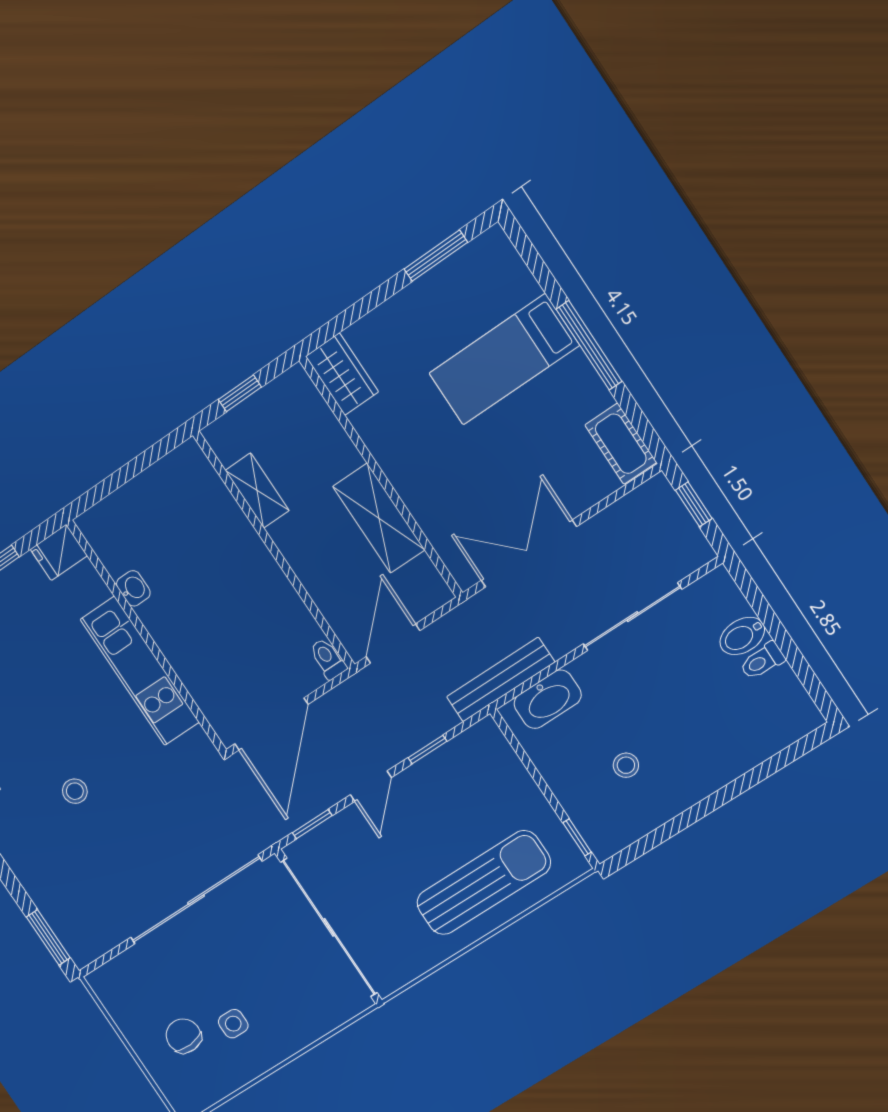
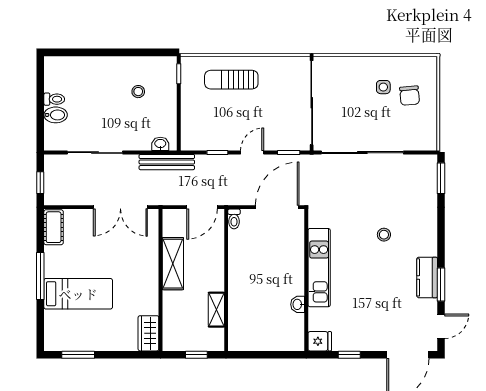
washbasin: (548, 699) -> (160, 144), width x0.52, depth x0.69
sun lounger: (484, 883) -> (231, 80), width x0.73, depth x0.75

